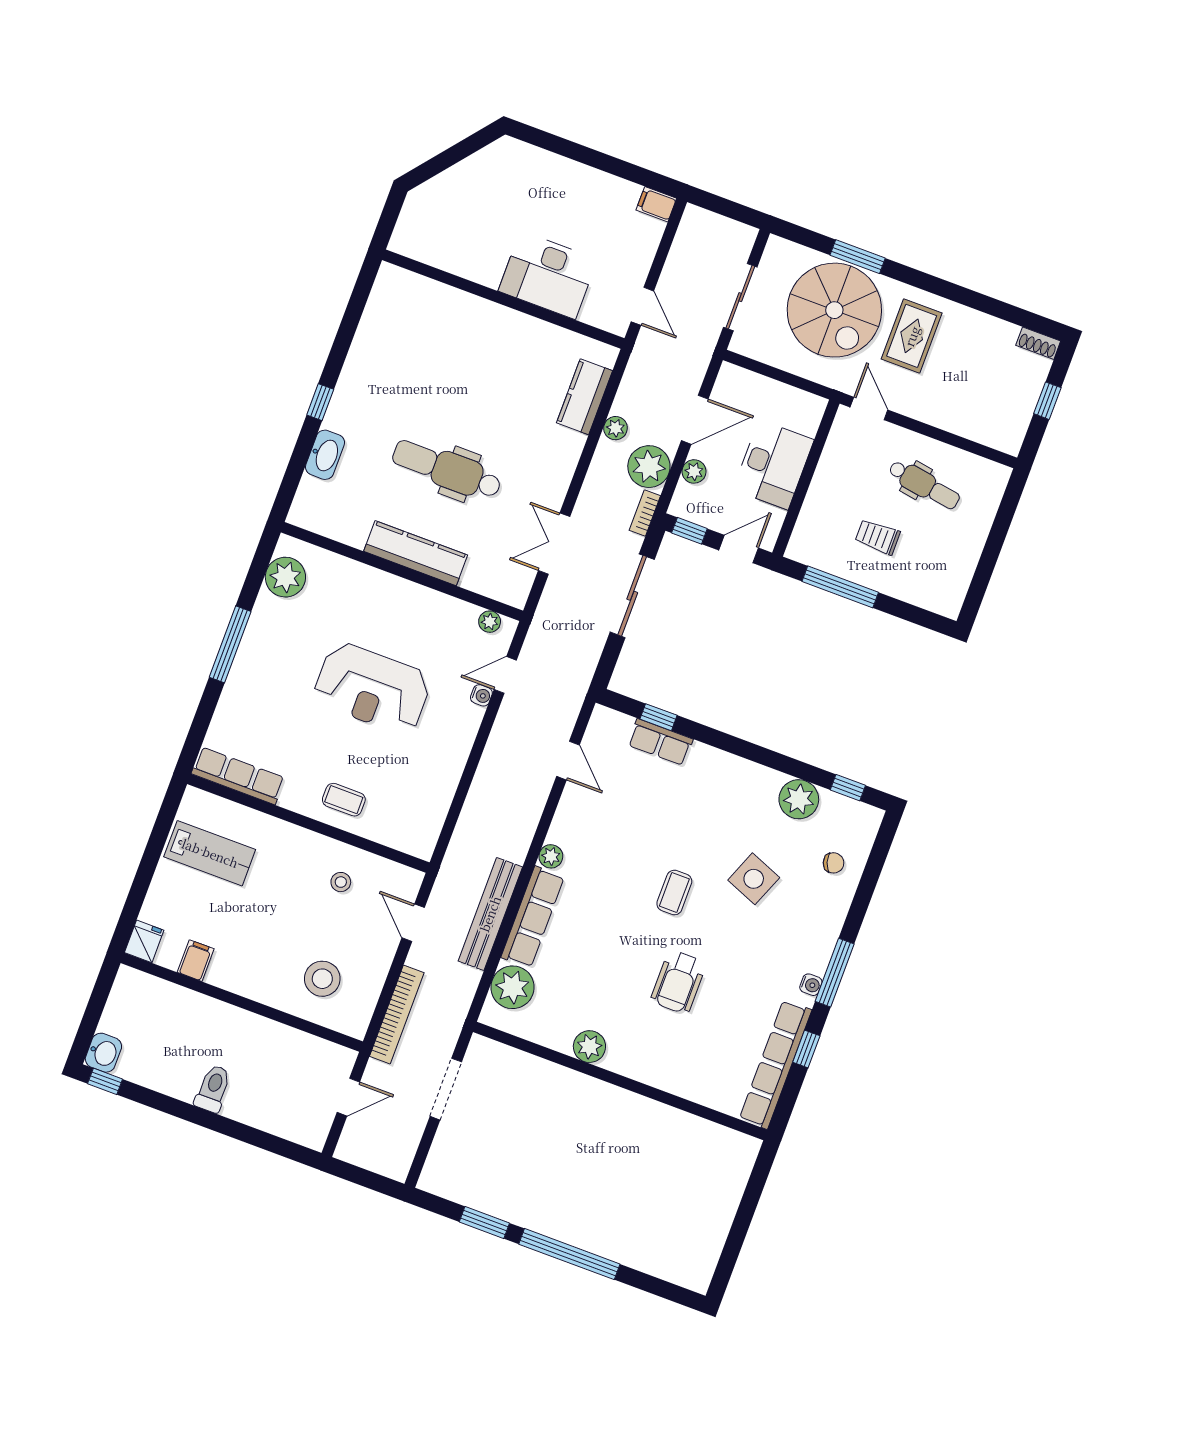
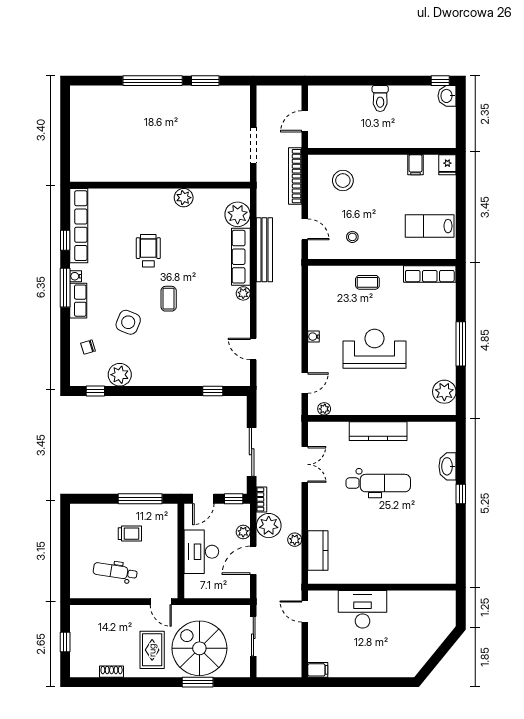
shoe rack: (1038, 343) -> (112, 672), moved
water cooler: (481, 695) -> (314, 337), moved
row of seats: (660, 742) -> (78, 301), moved, turned 90

